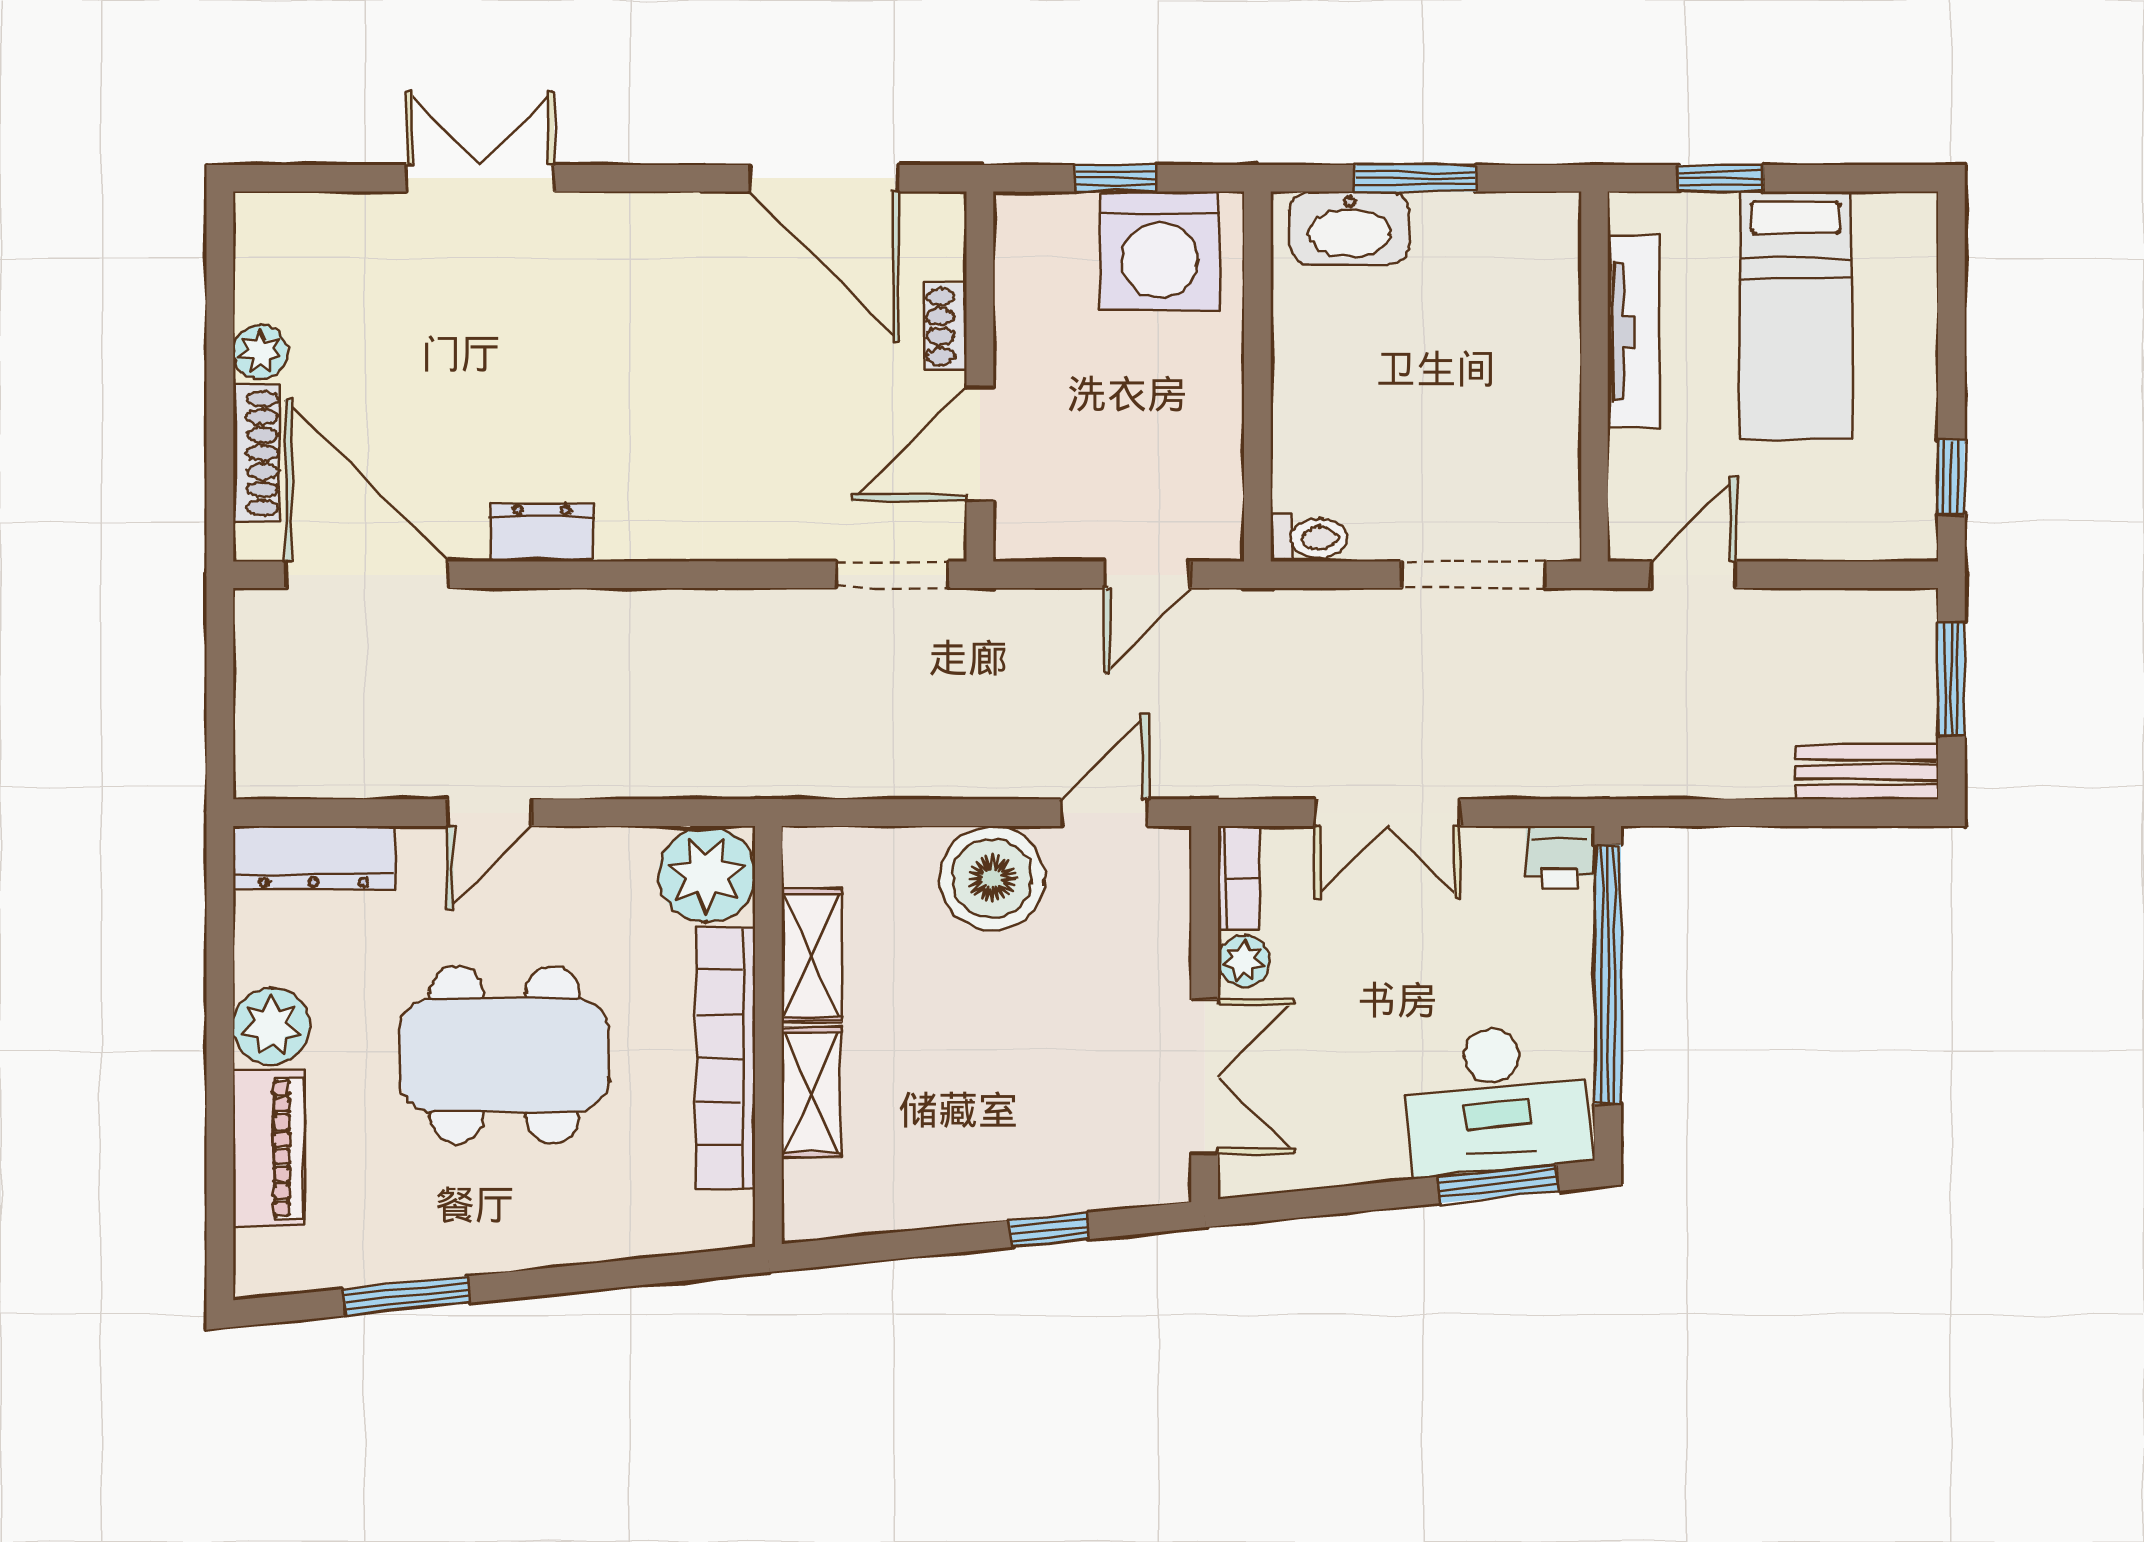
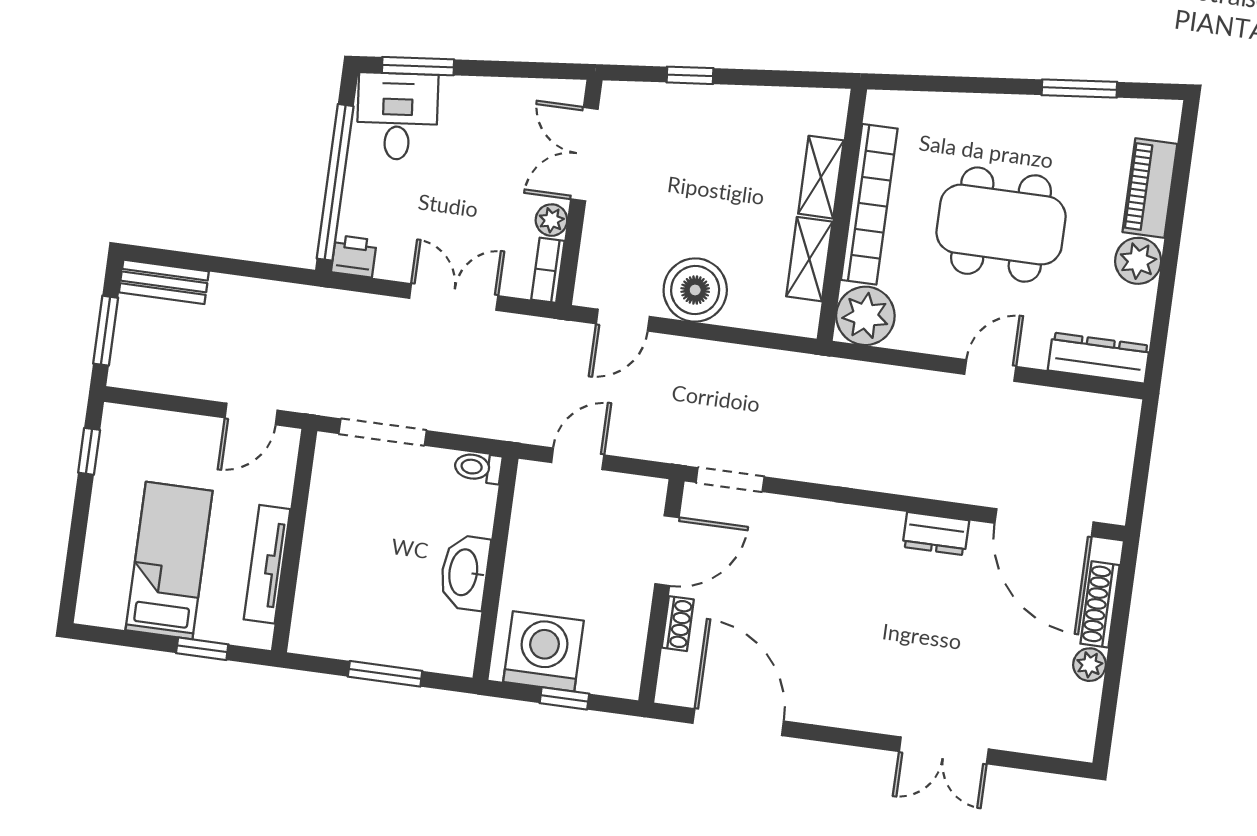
washbasin: (1349, 228) -> (465, 572), moved, turned -90
desk: (1496, 1099) -> (397, 116), width x0.73

